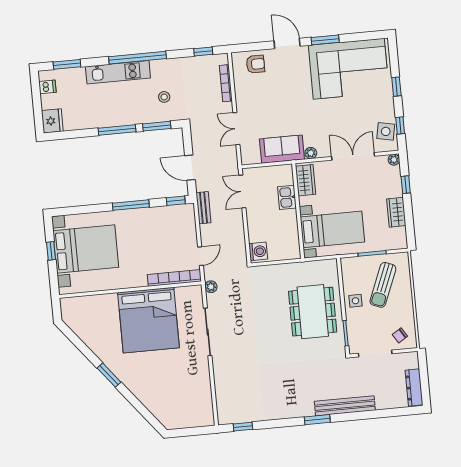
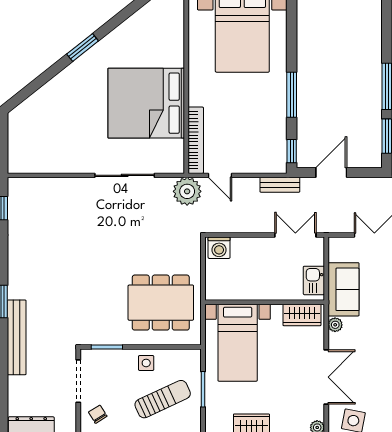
kitchen sink: (287, 197) -> (314, 280), moved, turned -90
sun lounger: (383, 285) -> (163, 399), turned 133
plant: (211, 287) -> (187, 191), width x1.87, depth x1.87
dining table: (313, 312) -> (161, 303), moved

